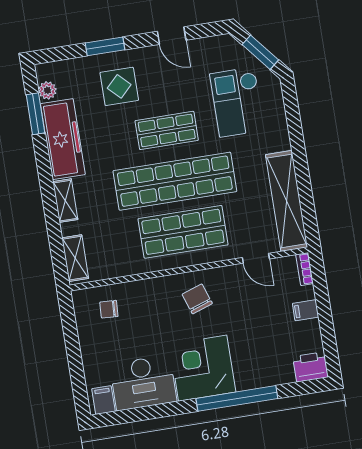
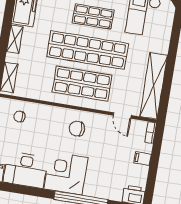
chair: (197, 299) -> (77, 129), turned -71

